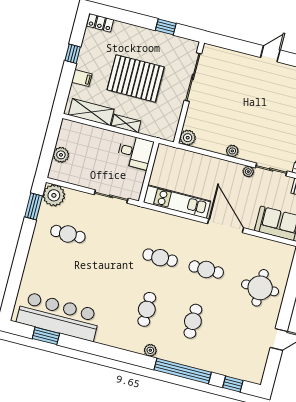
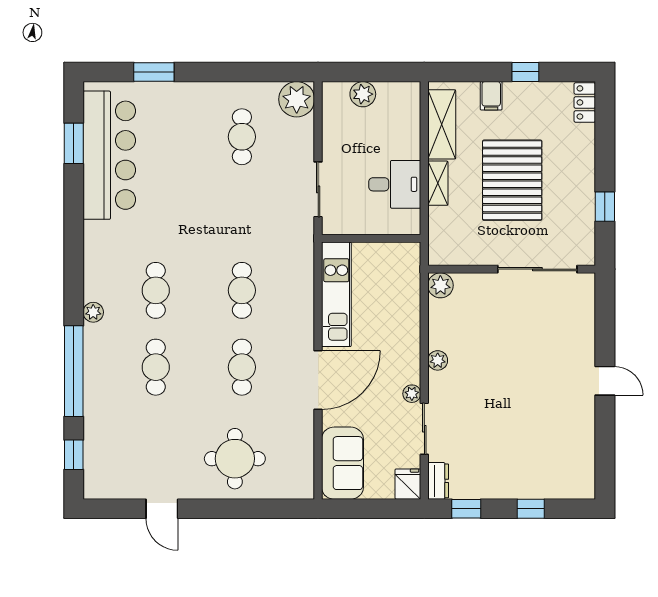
desk: (135, 152) -> (395, 184), moved, turned -90
window: (34, 206) -> (154, 72), moved
cafe table: (147, 309) -> (156, 290), turned 90
cafe table: (193, 321) -> (156, 367), turned 90

